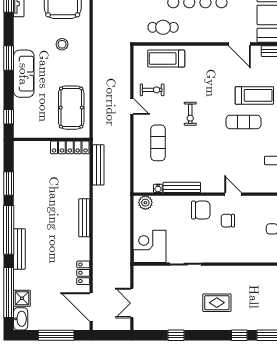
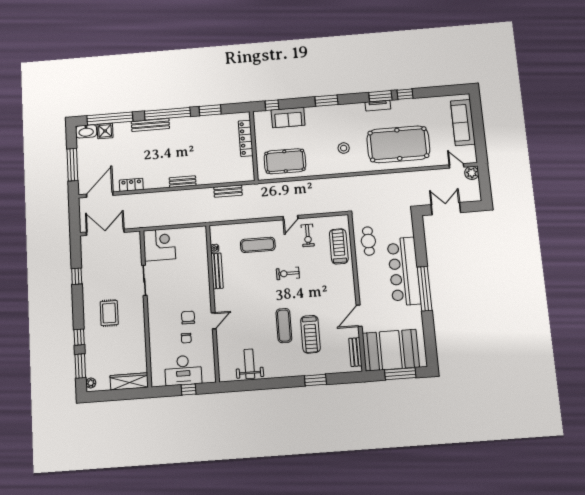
sofa: (24, 74) -> (288, 118), moved, width x0.73
locker: (70, 147) -> (246, 138), moved
bench: (98, 165) -> (228, 191), width x0.73
plant: (145, 203) -> (200, 237), removed
chair: (201, 210) -> (186, 338), moved, width x0.54, depth x0.54
bench: (84, 218) -> (183, 182), width x0.73
double door: (132, 303) -> (105, 232), width x1.37

